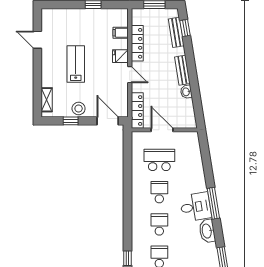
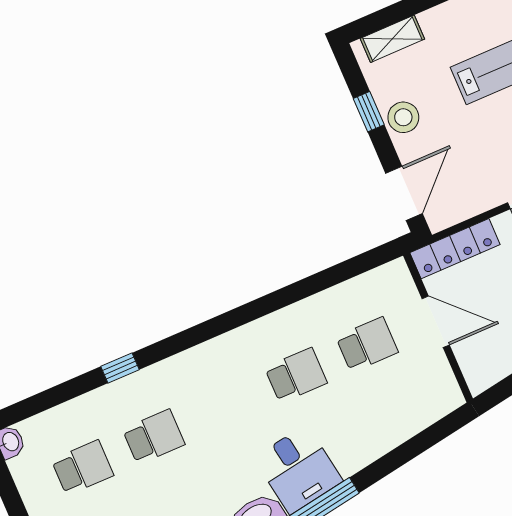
door: (162, 130) -> (436, 322), hinge flipped
school desk: (159, 160) -> (367, 344), width x0.54
school desk: (159, 224) -> (225, 406), removed

